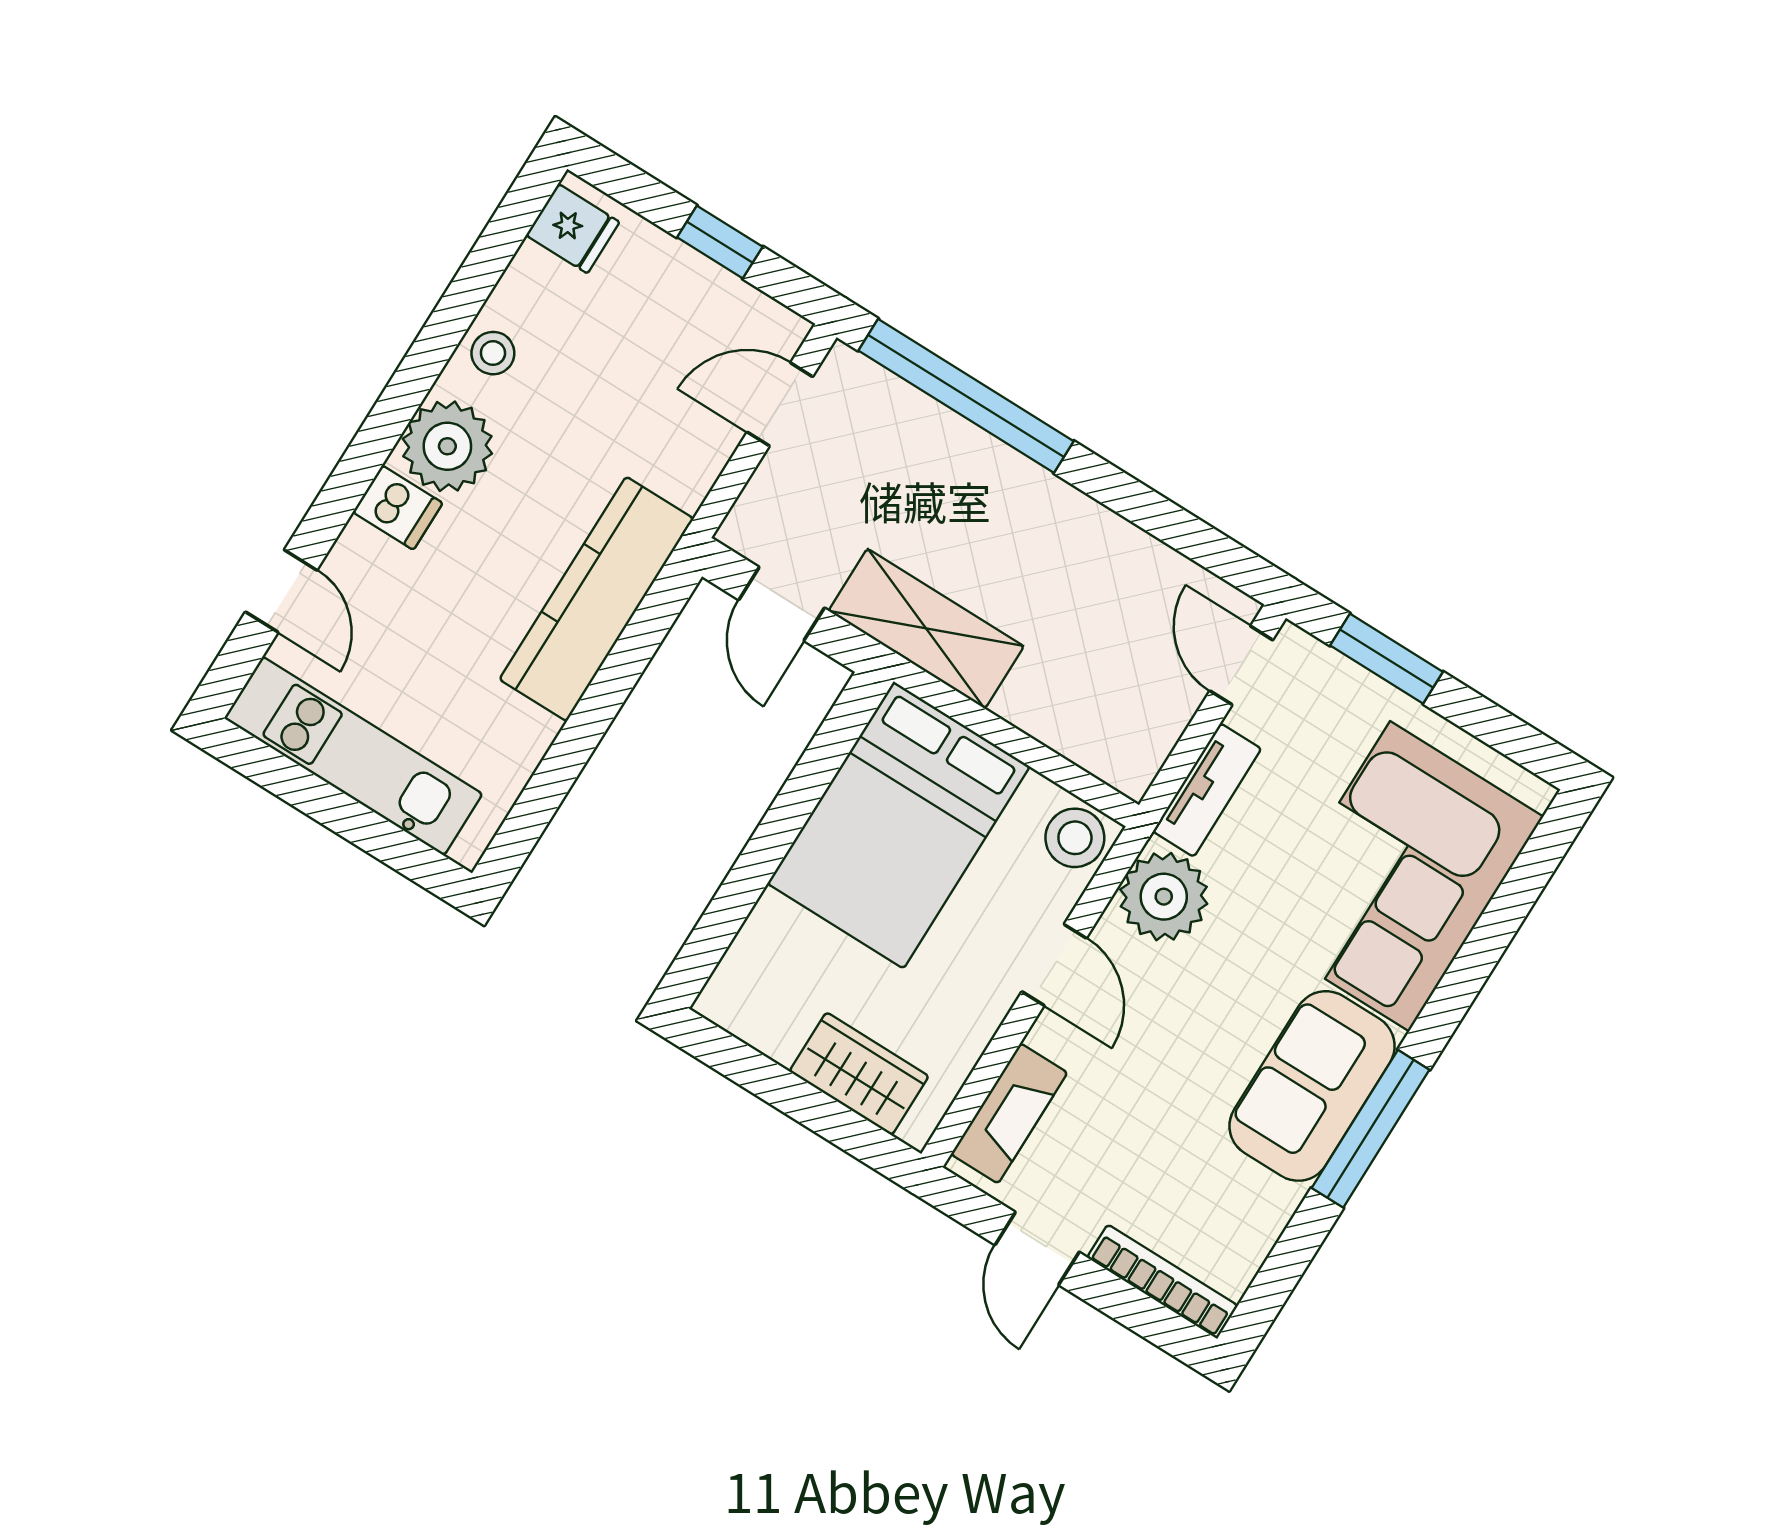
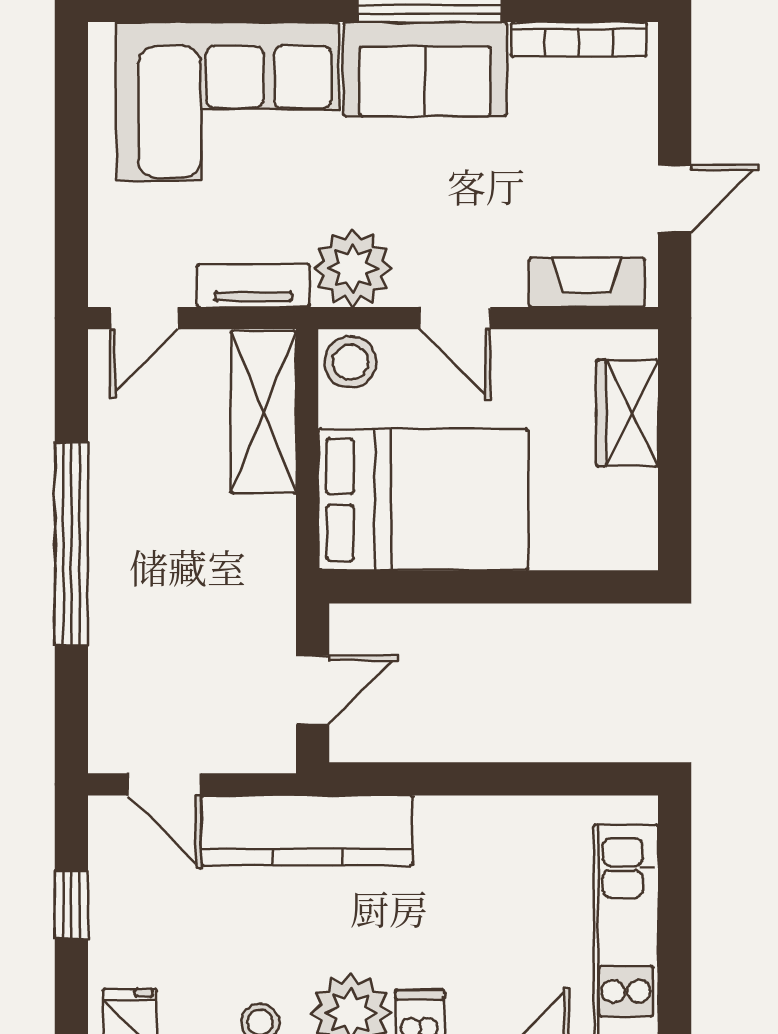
window: (966, 396) -> (71, 544), moved
kitchen counter: (597, 599) -> (307, 830), moved
shelving: (926, 629) -> (264, 412), moved
window: (1387, 659) -> (71, 213), removed
door: (1054, 965) -> (455, 318), swing flipped
bookcase: (1162, 1282) -> (579, 39), moved, turned -90

